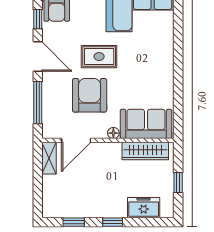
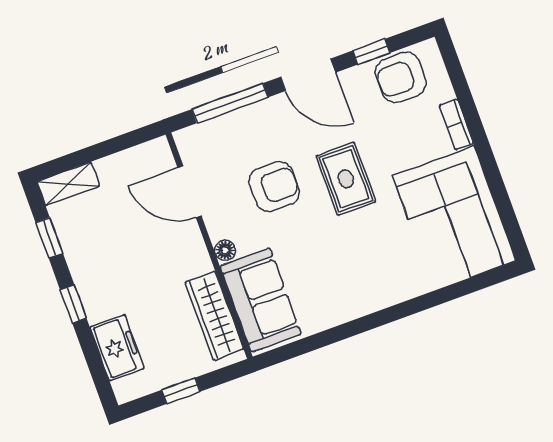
door: (38, 57) -> (308, 75), hinge flipped
armchair: (90, 95) -> (274, 187), width x0.73, depth x0.73
shelving: (49, 158) -> (68, 184), moved

